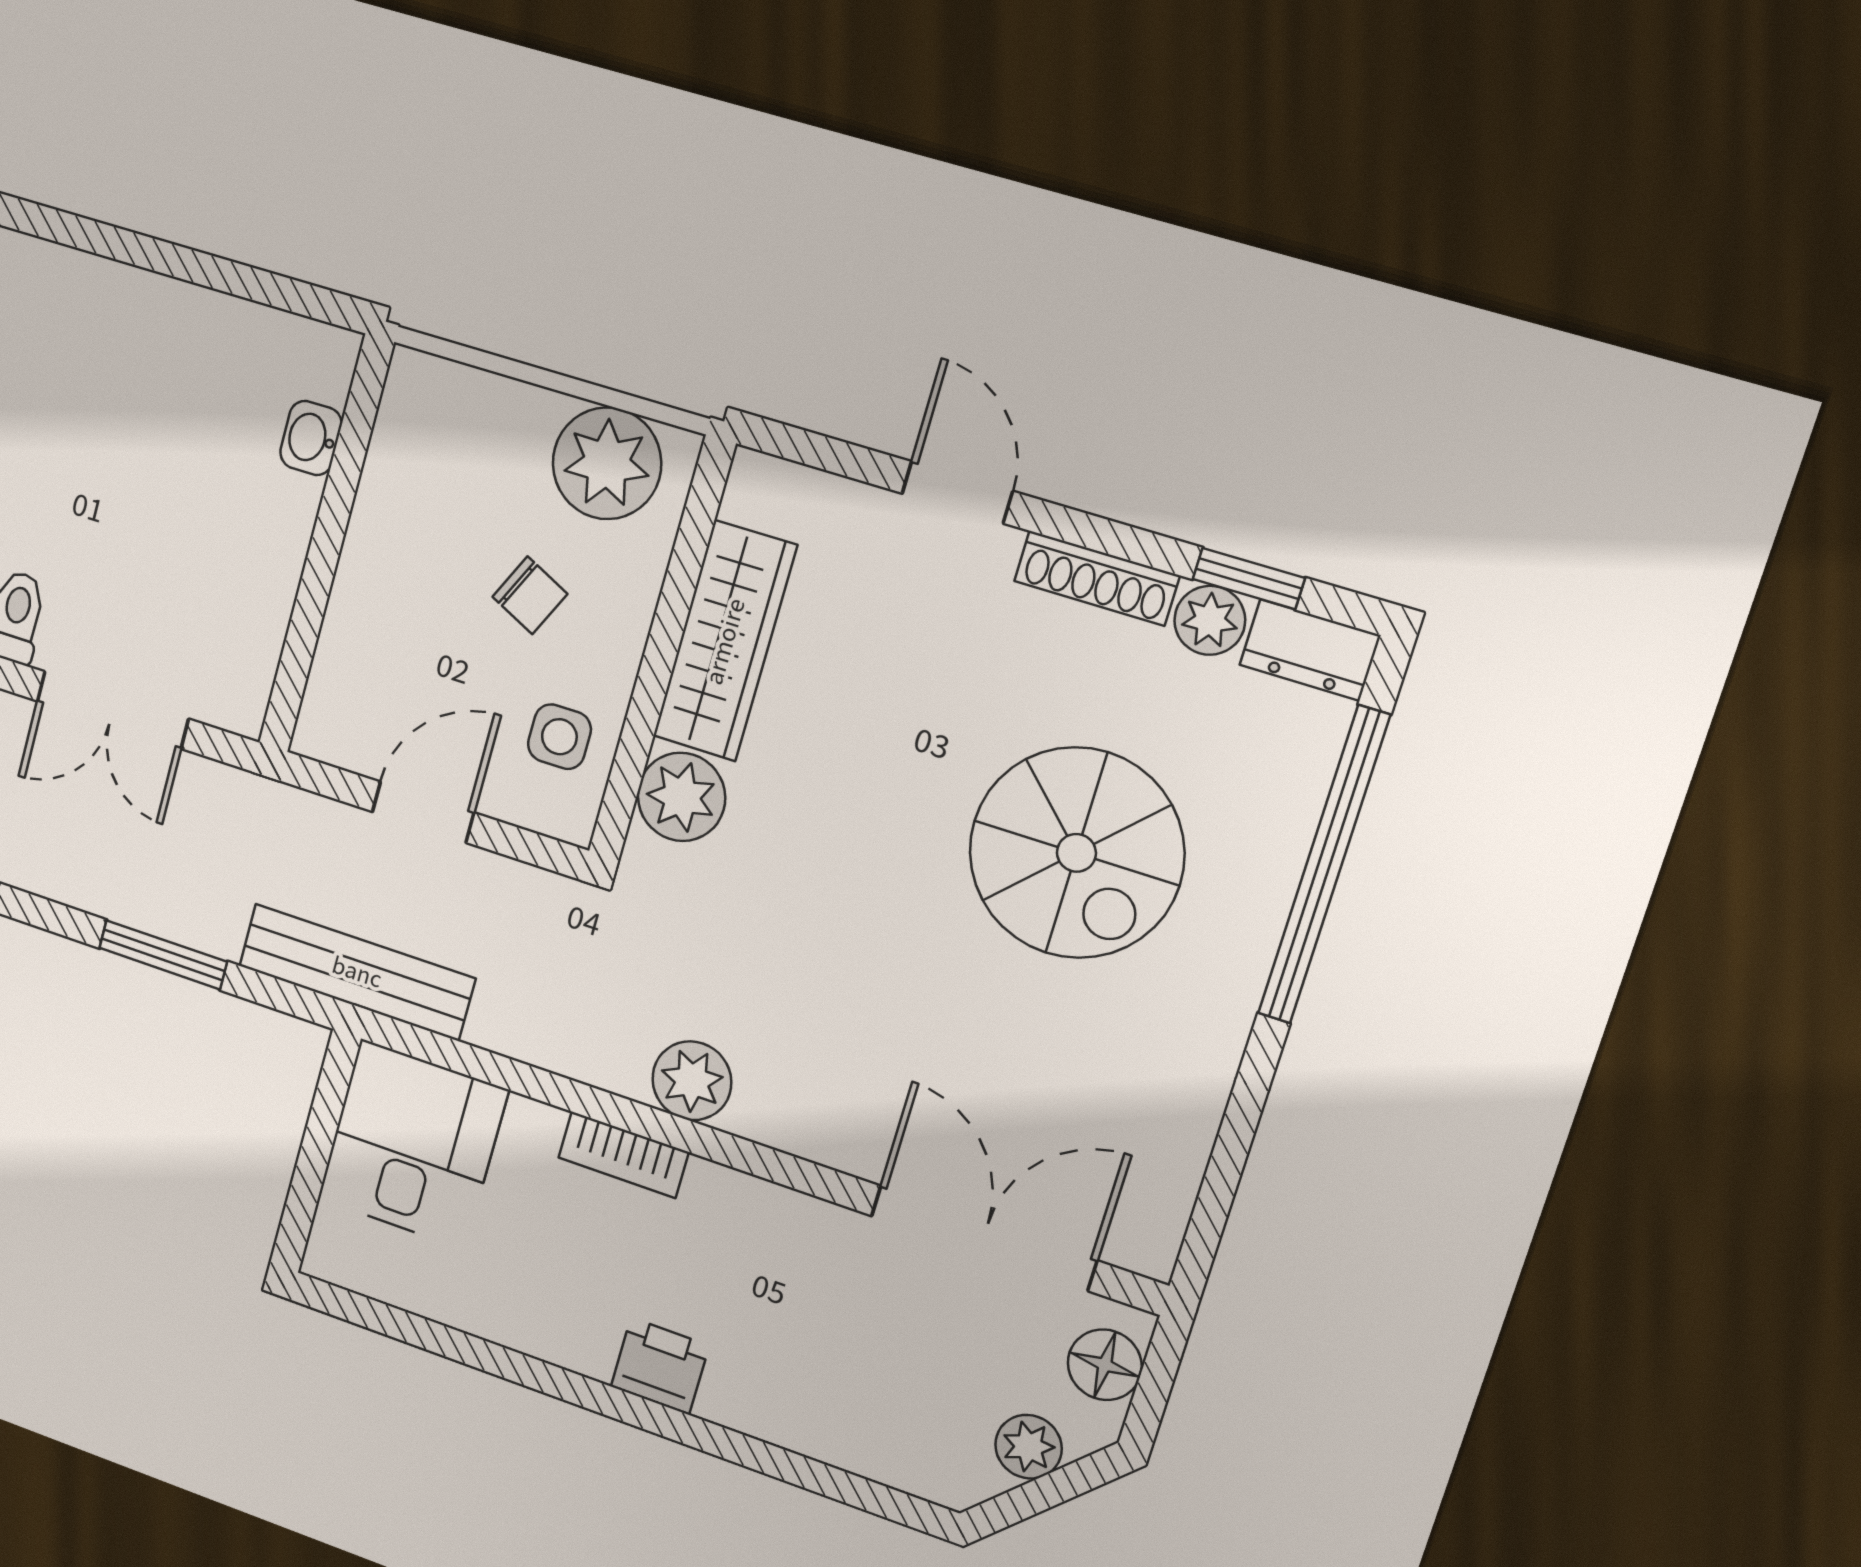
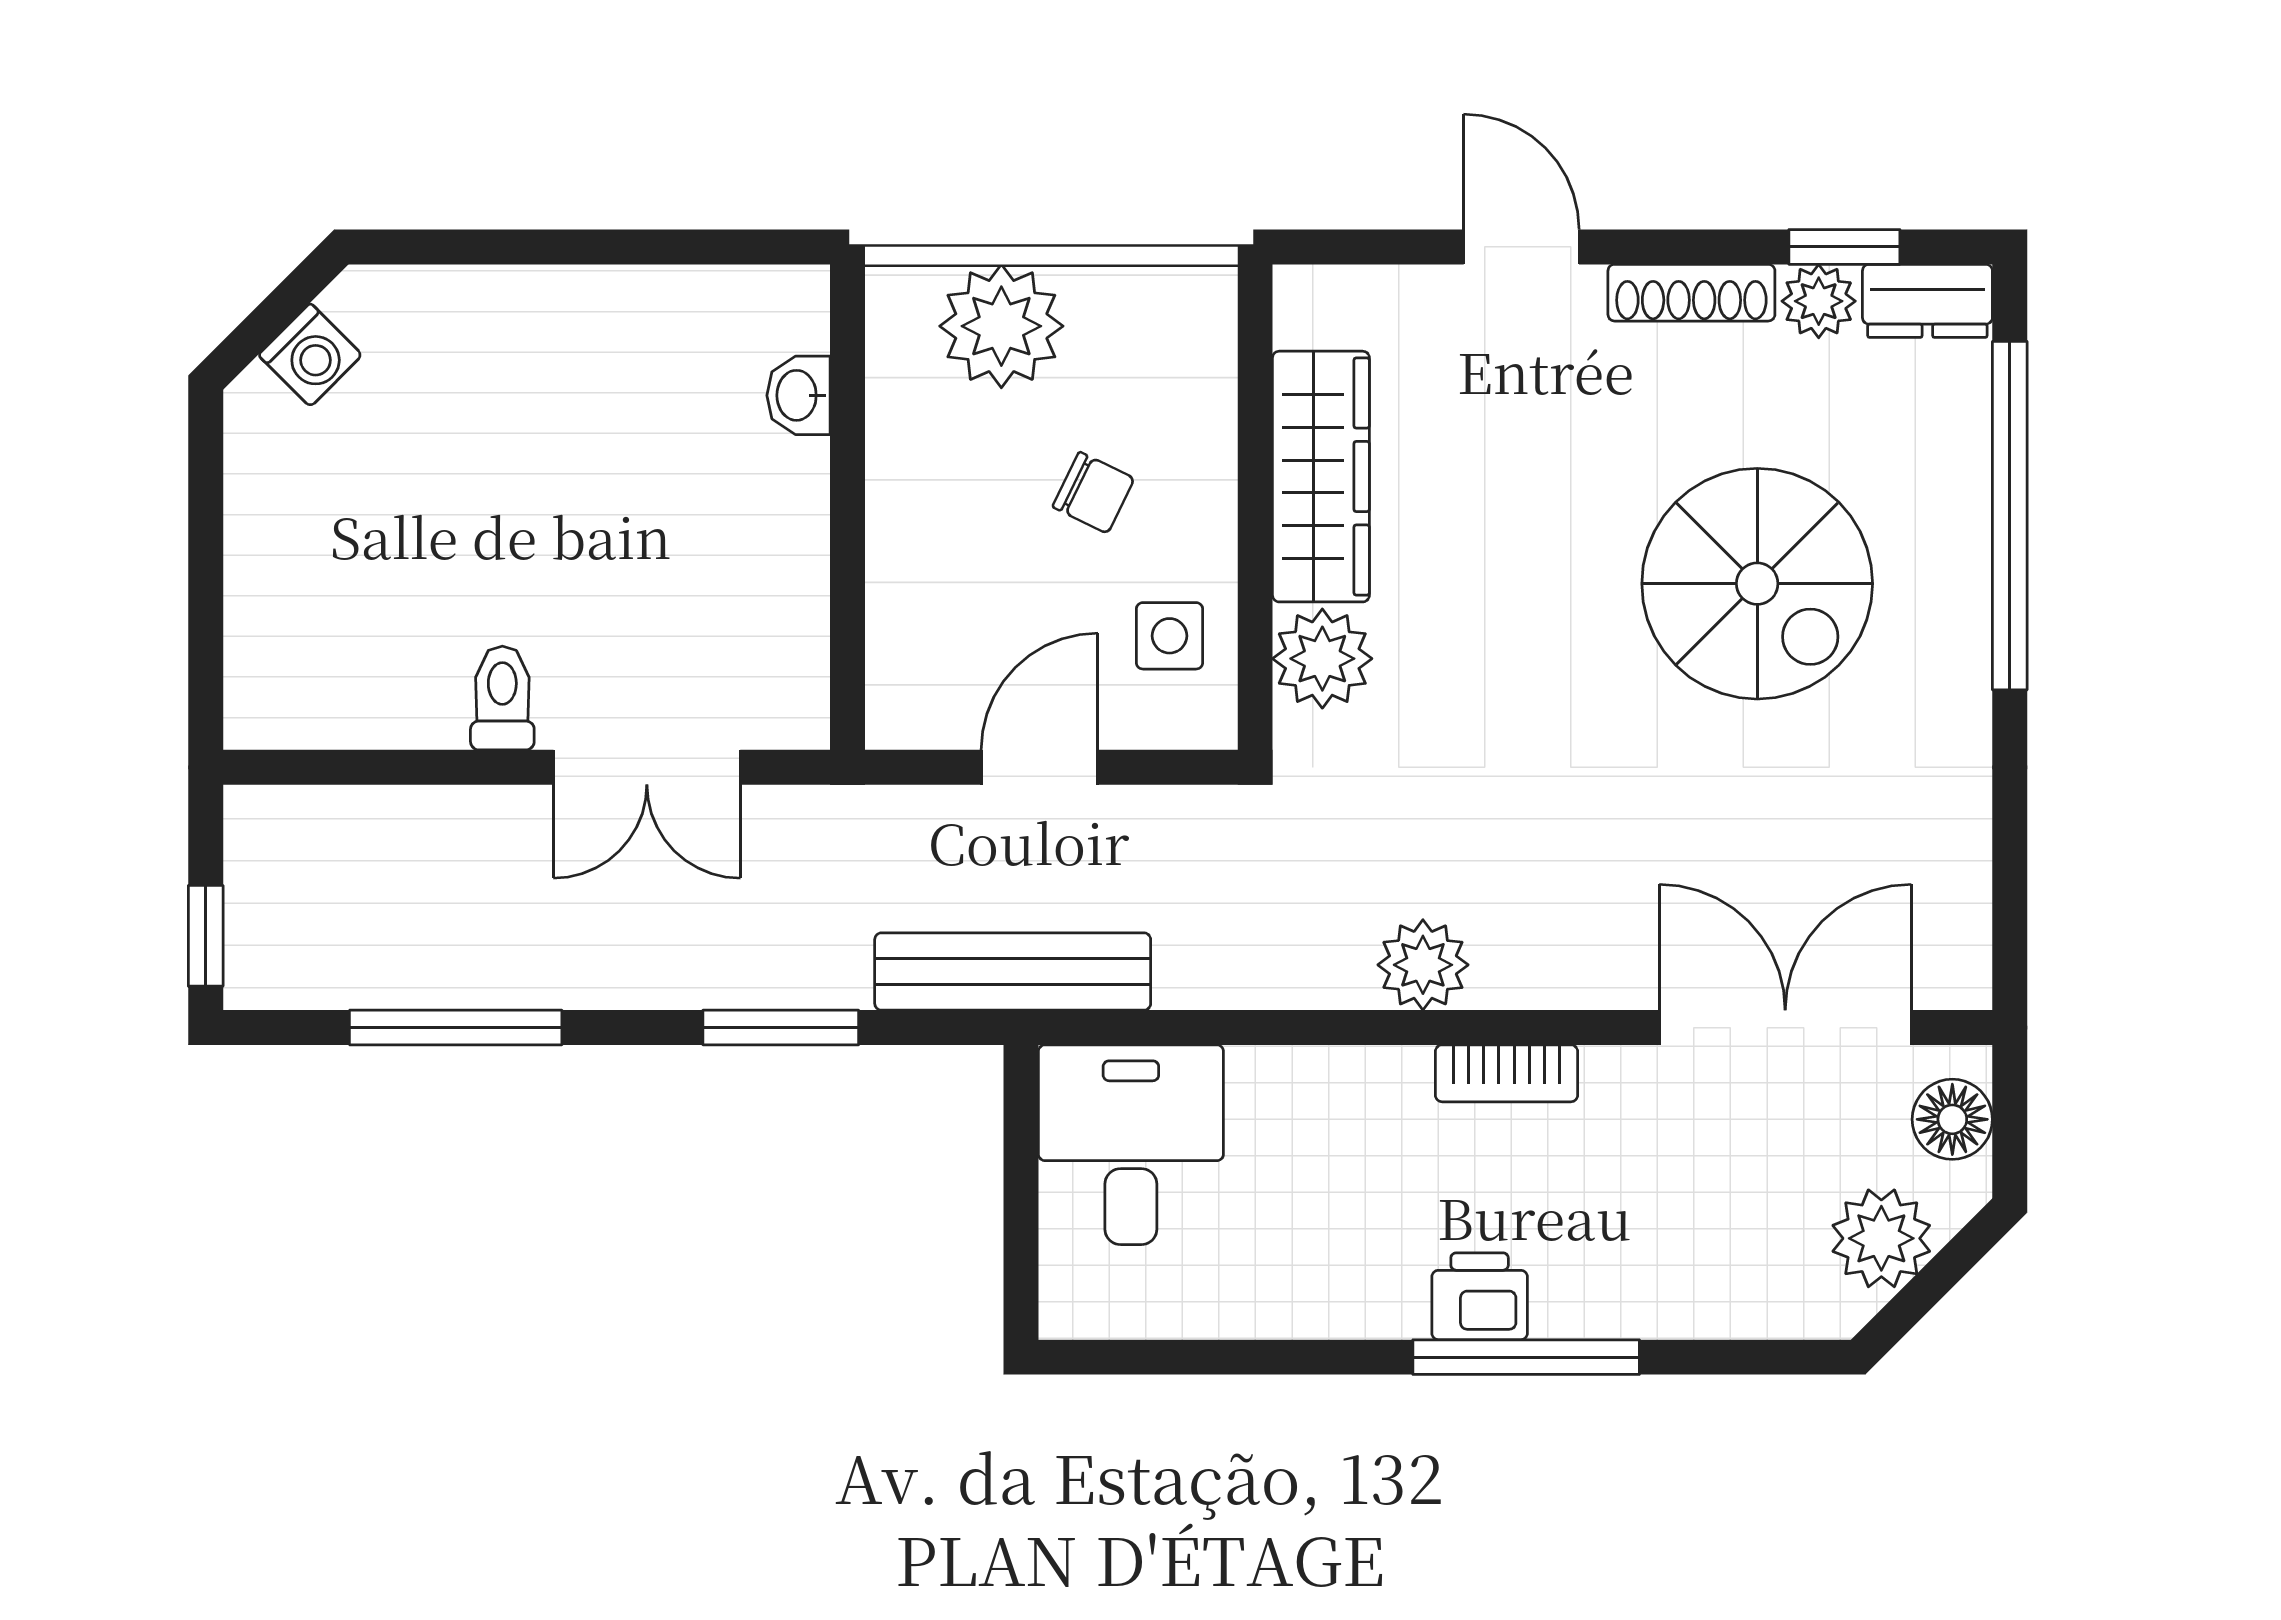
plant: (607, 463) -> (1001, 326), moved
bookcase: (623, 1155) -> (1507, 1073), moved
window: (684, 1428) -> (1526, 1357), added
plant: (1029, 1447) -> (1881, 1238), width x1.38, depth x1.38

